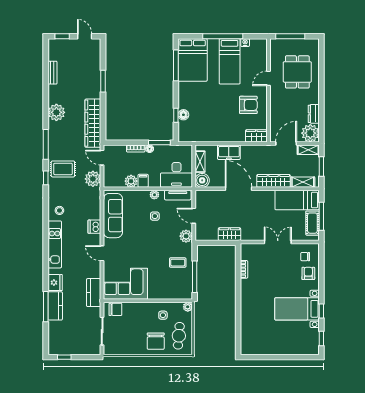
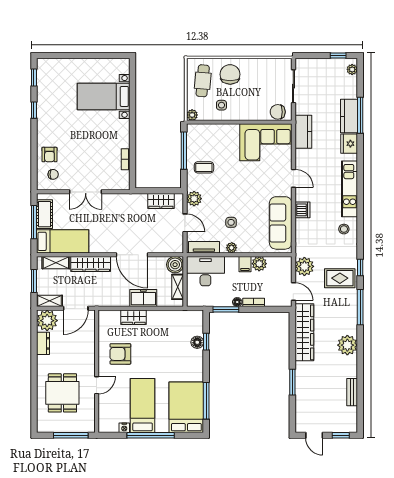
wardrobe: (256, 136) -> (134, 317), moved
wardrobe: (229, 234) -> (161, 201), moved
bed with nightstands: (297, 309) -> (104, 96), moved, turned 180
plant: (53, 345) -> (352, 69), added

